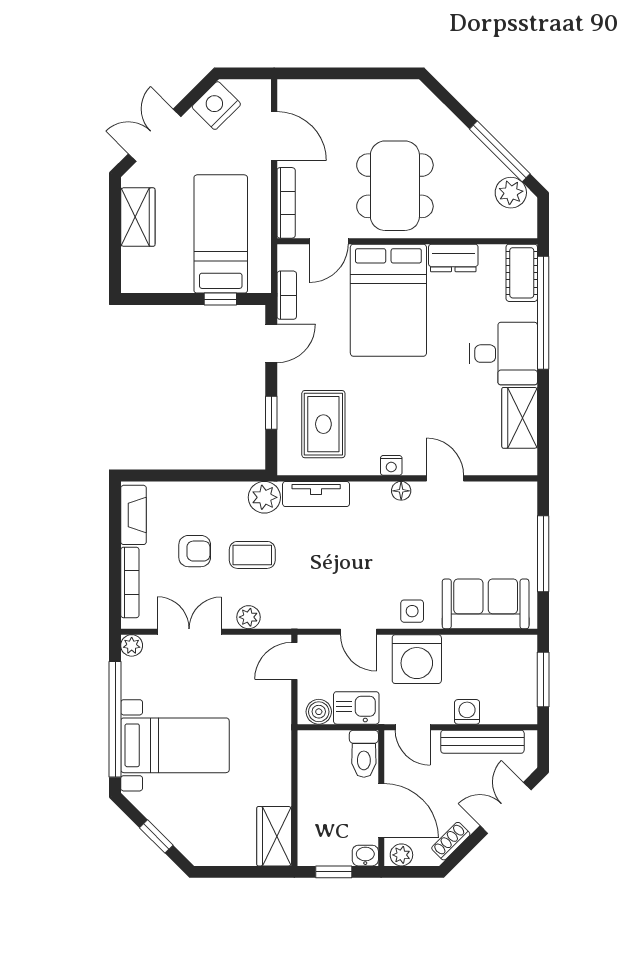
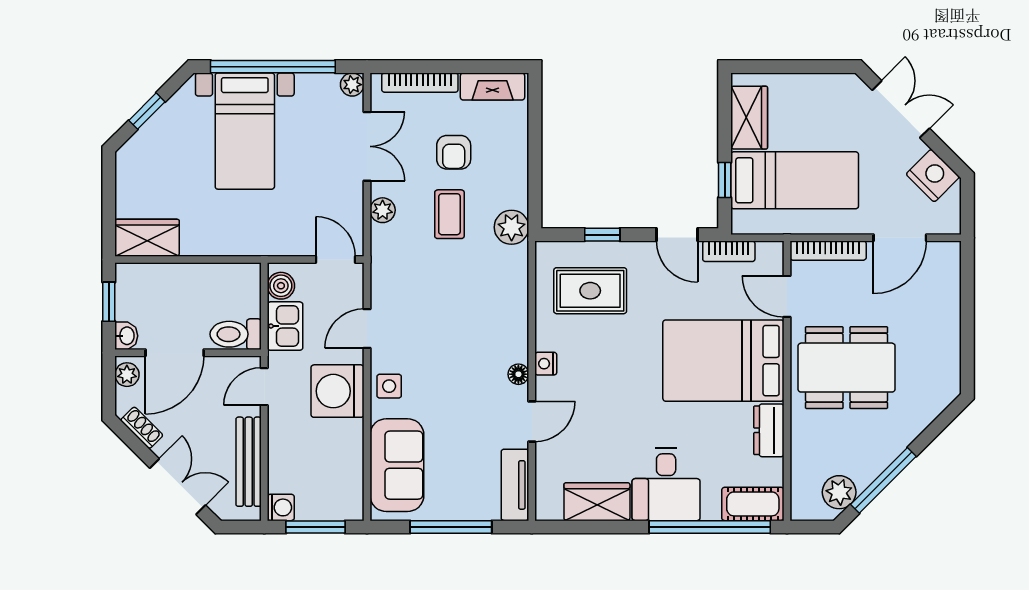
wardrobe: (138, 217) -> (749, 118), moved, turned -90
tv unit: (316, 494) -> (515, 485), moved
washing machine: (467, 712) -> (281, 507), moved

